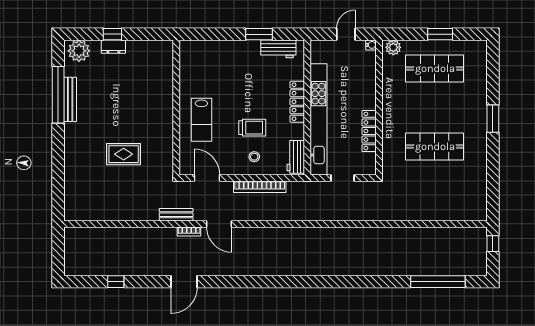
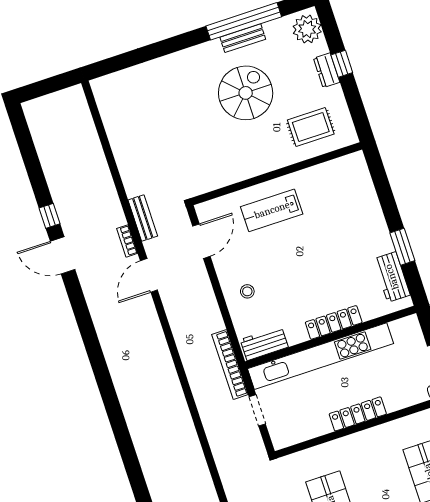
bench: (70, 99) -> (243, 38), width x0.73
spiral stairs: (110, 111) -> (246, 93), added
trolley: (252, 128) -> (283, 277), removed
locker: (369, 131) -> (358, 414), moved
rug: (124, 154) -> (311, 127), moved, turned 90
bookcase: (260, 187) -> (230, 365), moved
window: (116, 282) -> (50, 216), moved

